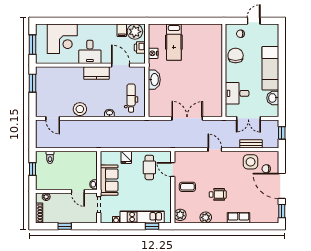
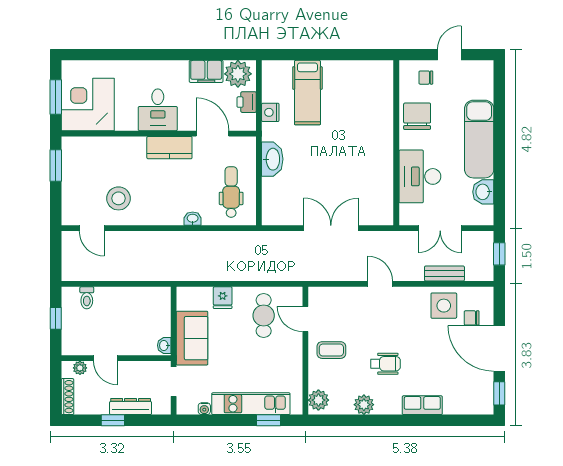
filing cabinet: (122, 30) -> (206, 71), width x2.00
corner desk: (62, 39) -> (88, 104), moved, turned 180
desk: (237, 93) -> (420, 176), width x1.37
stool: (80, 109) -> (118, 198), moved
door: (78, 191) -> (105, 358), moved
dresser: (75, 219) -> (131, 407), added

